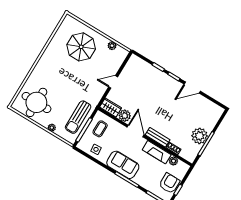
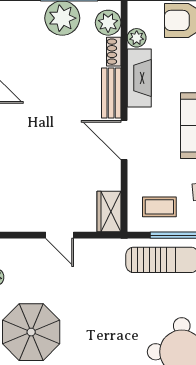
plant: (125, 116) -> (108, 23), moved
door: (136, 131) -> (124, 140), hinge flipped

